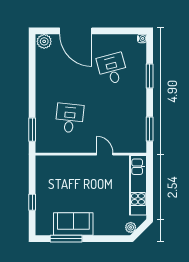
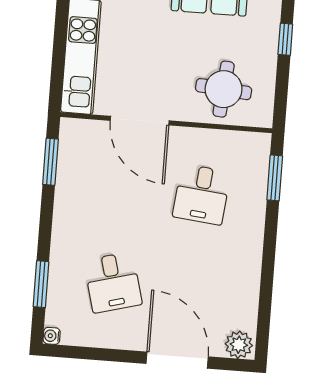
window: (150, 76) -> (41, 284), moved
door: (105, 154) -> (140, 121), width x1.88
round table: (62, 174) -> (224, 89), added

